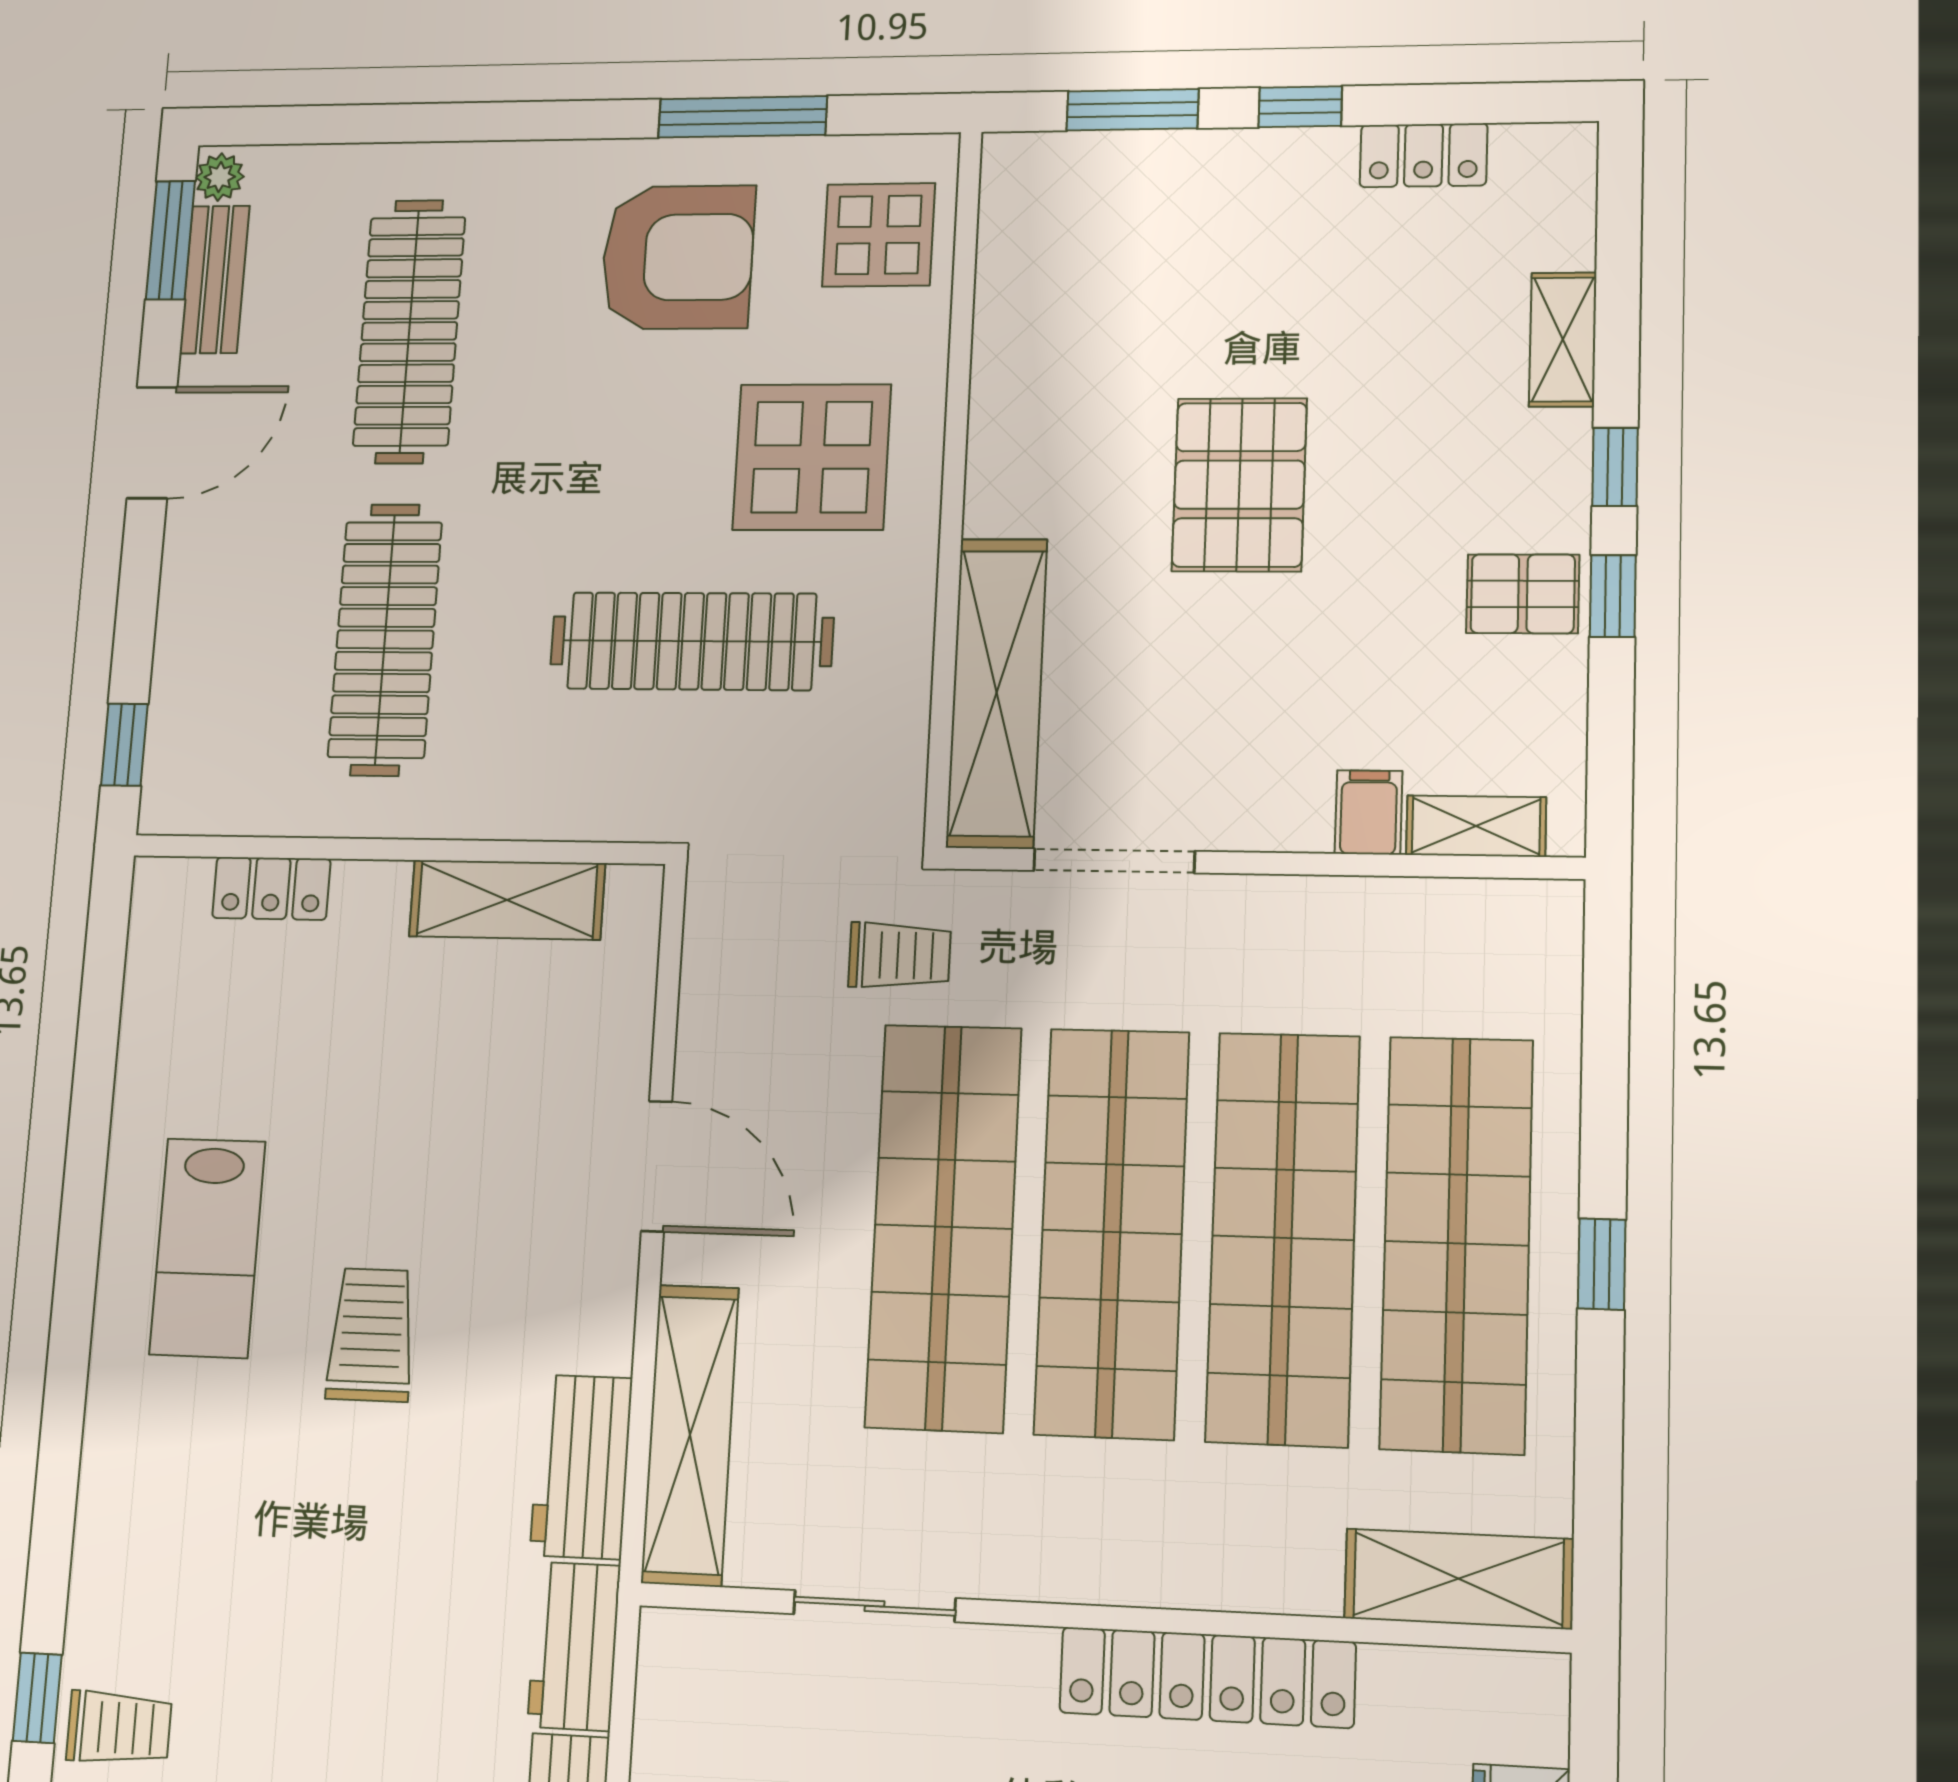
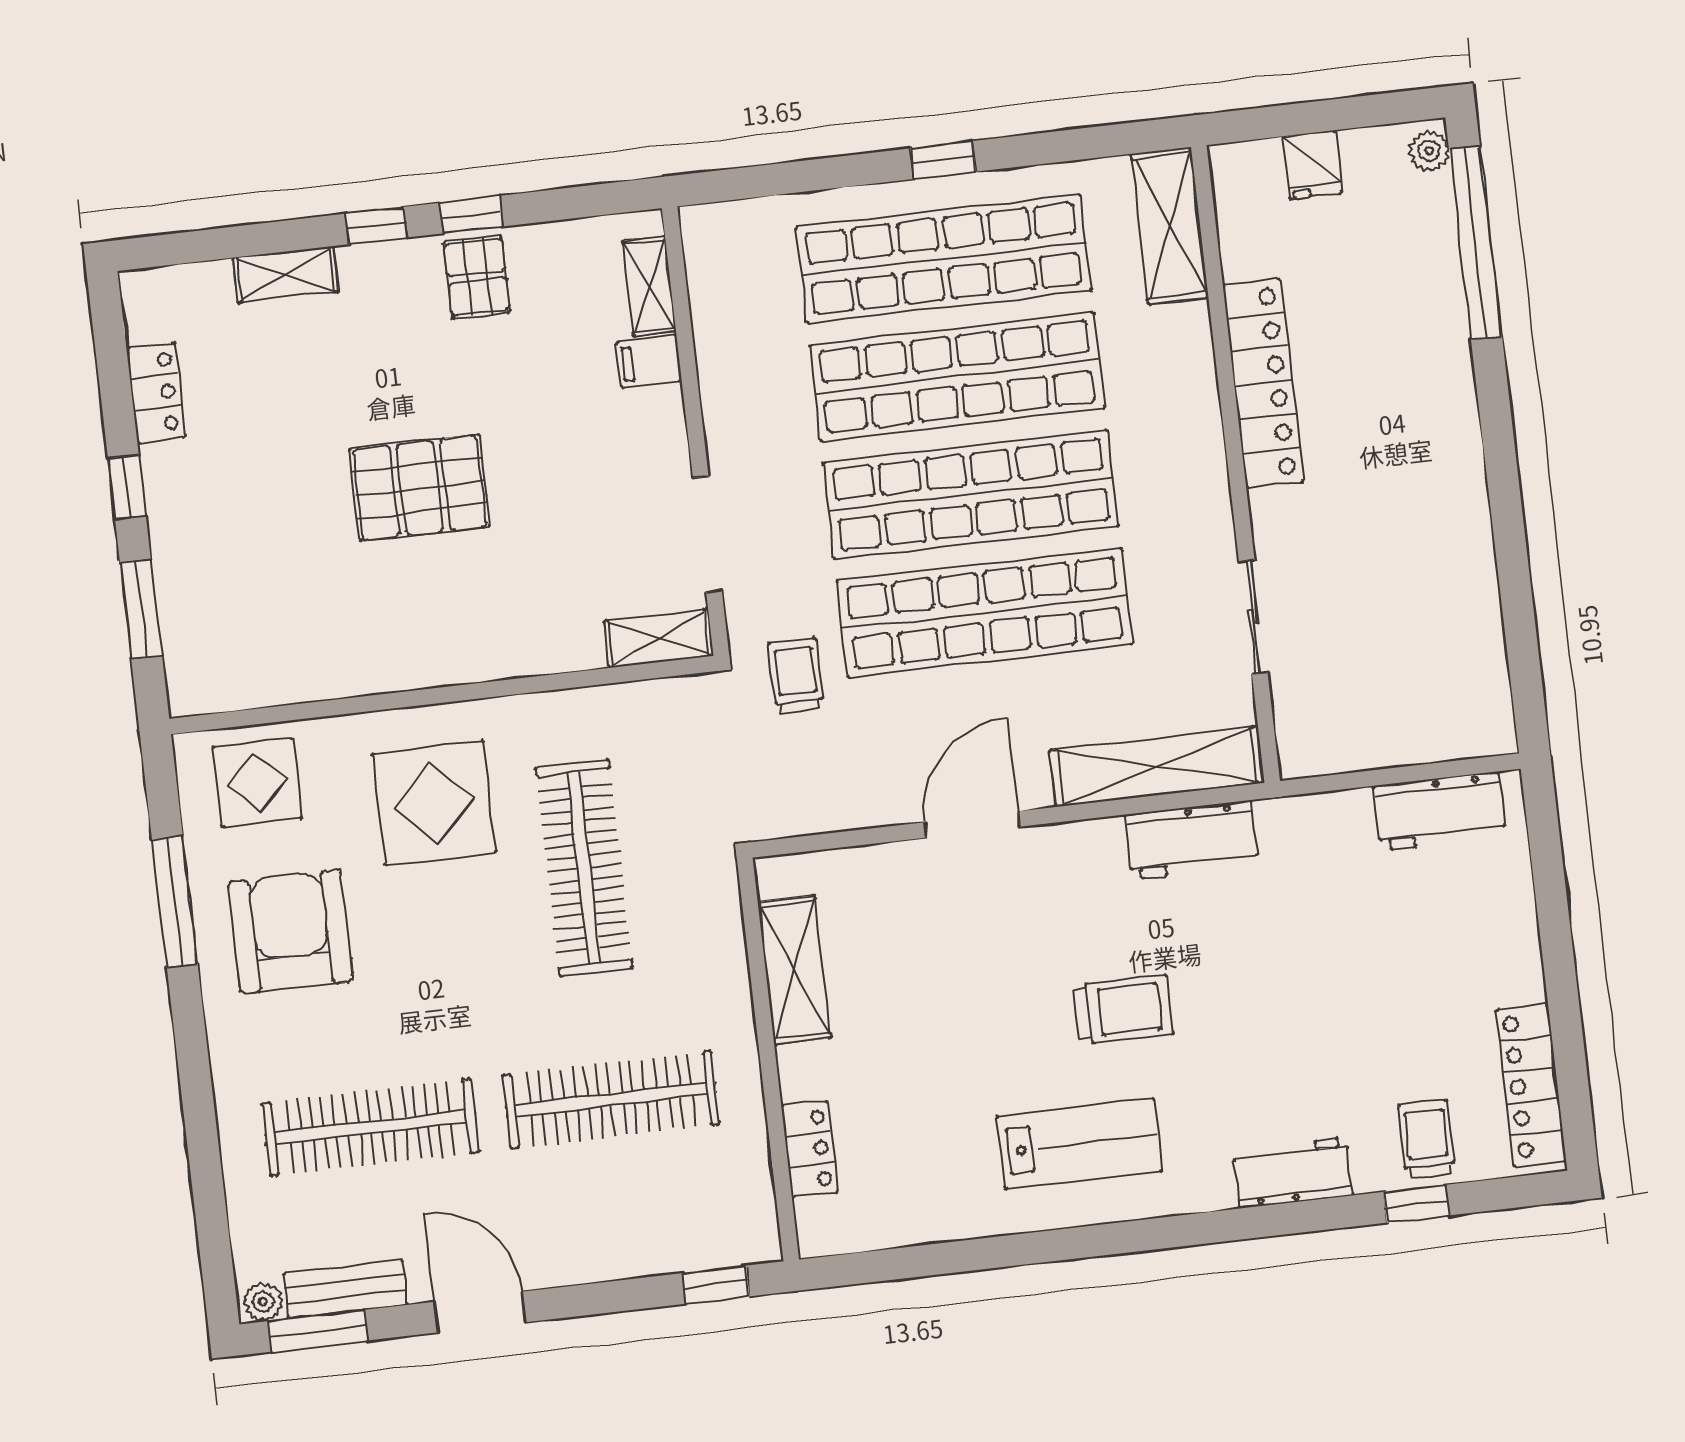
shelving: (997, 693) -> (659, 638), width x0.45, depth x0.75
trolley: (371, 1335) -> (1123, 1010), turned 180
workbench: (574, 1646) -> (1293, 1173), moved, turned 180

